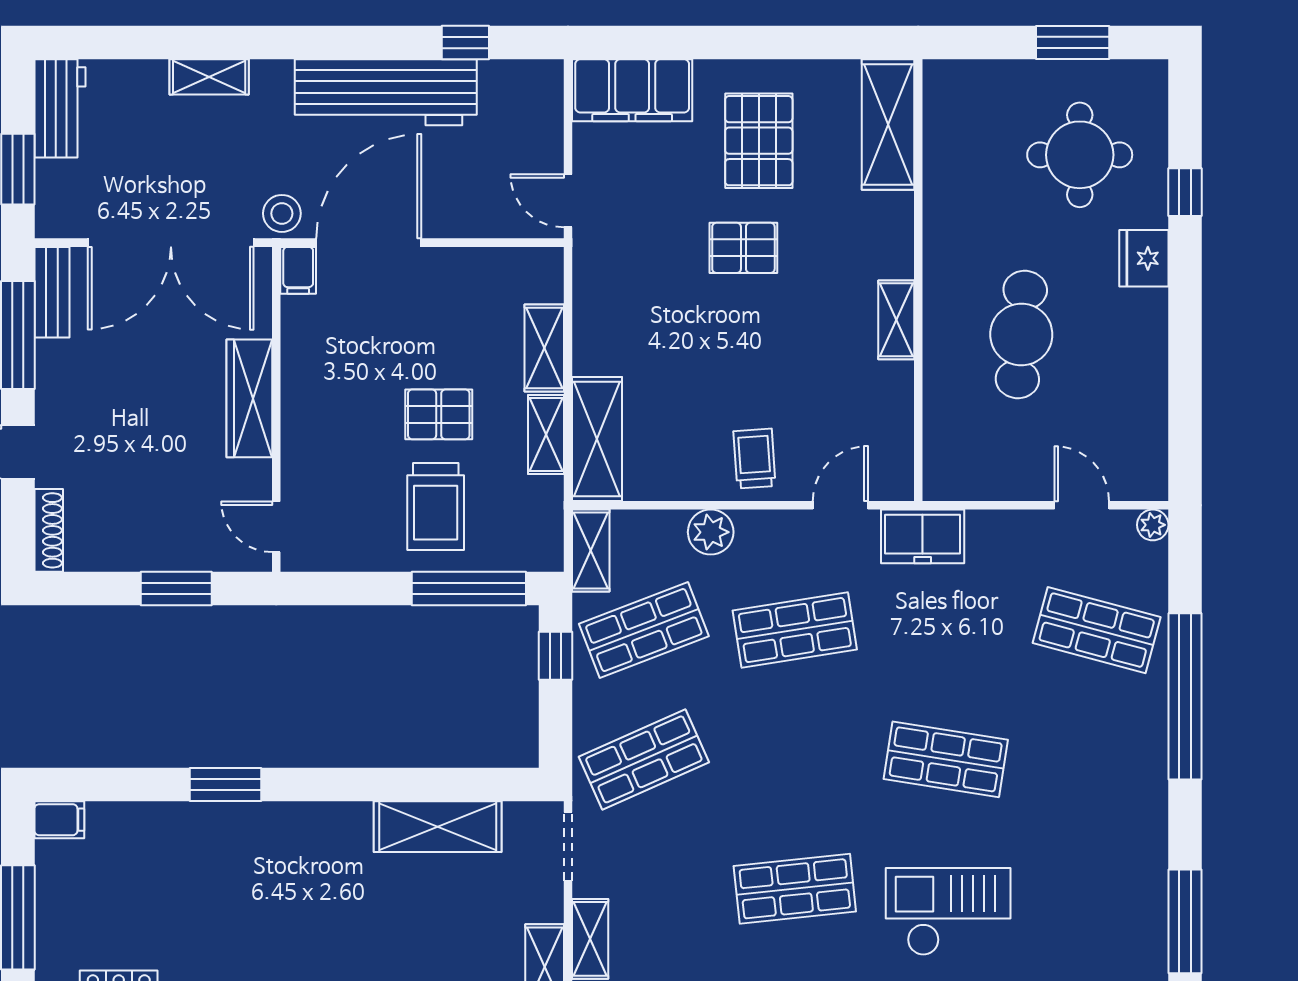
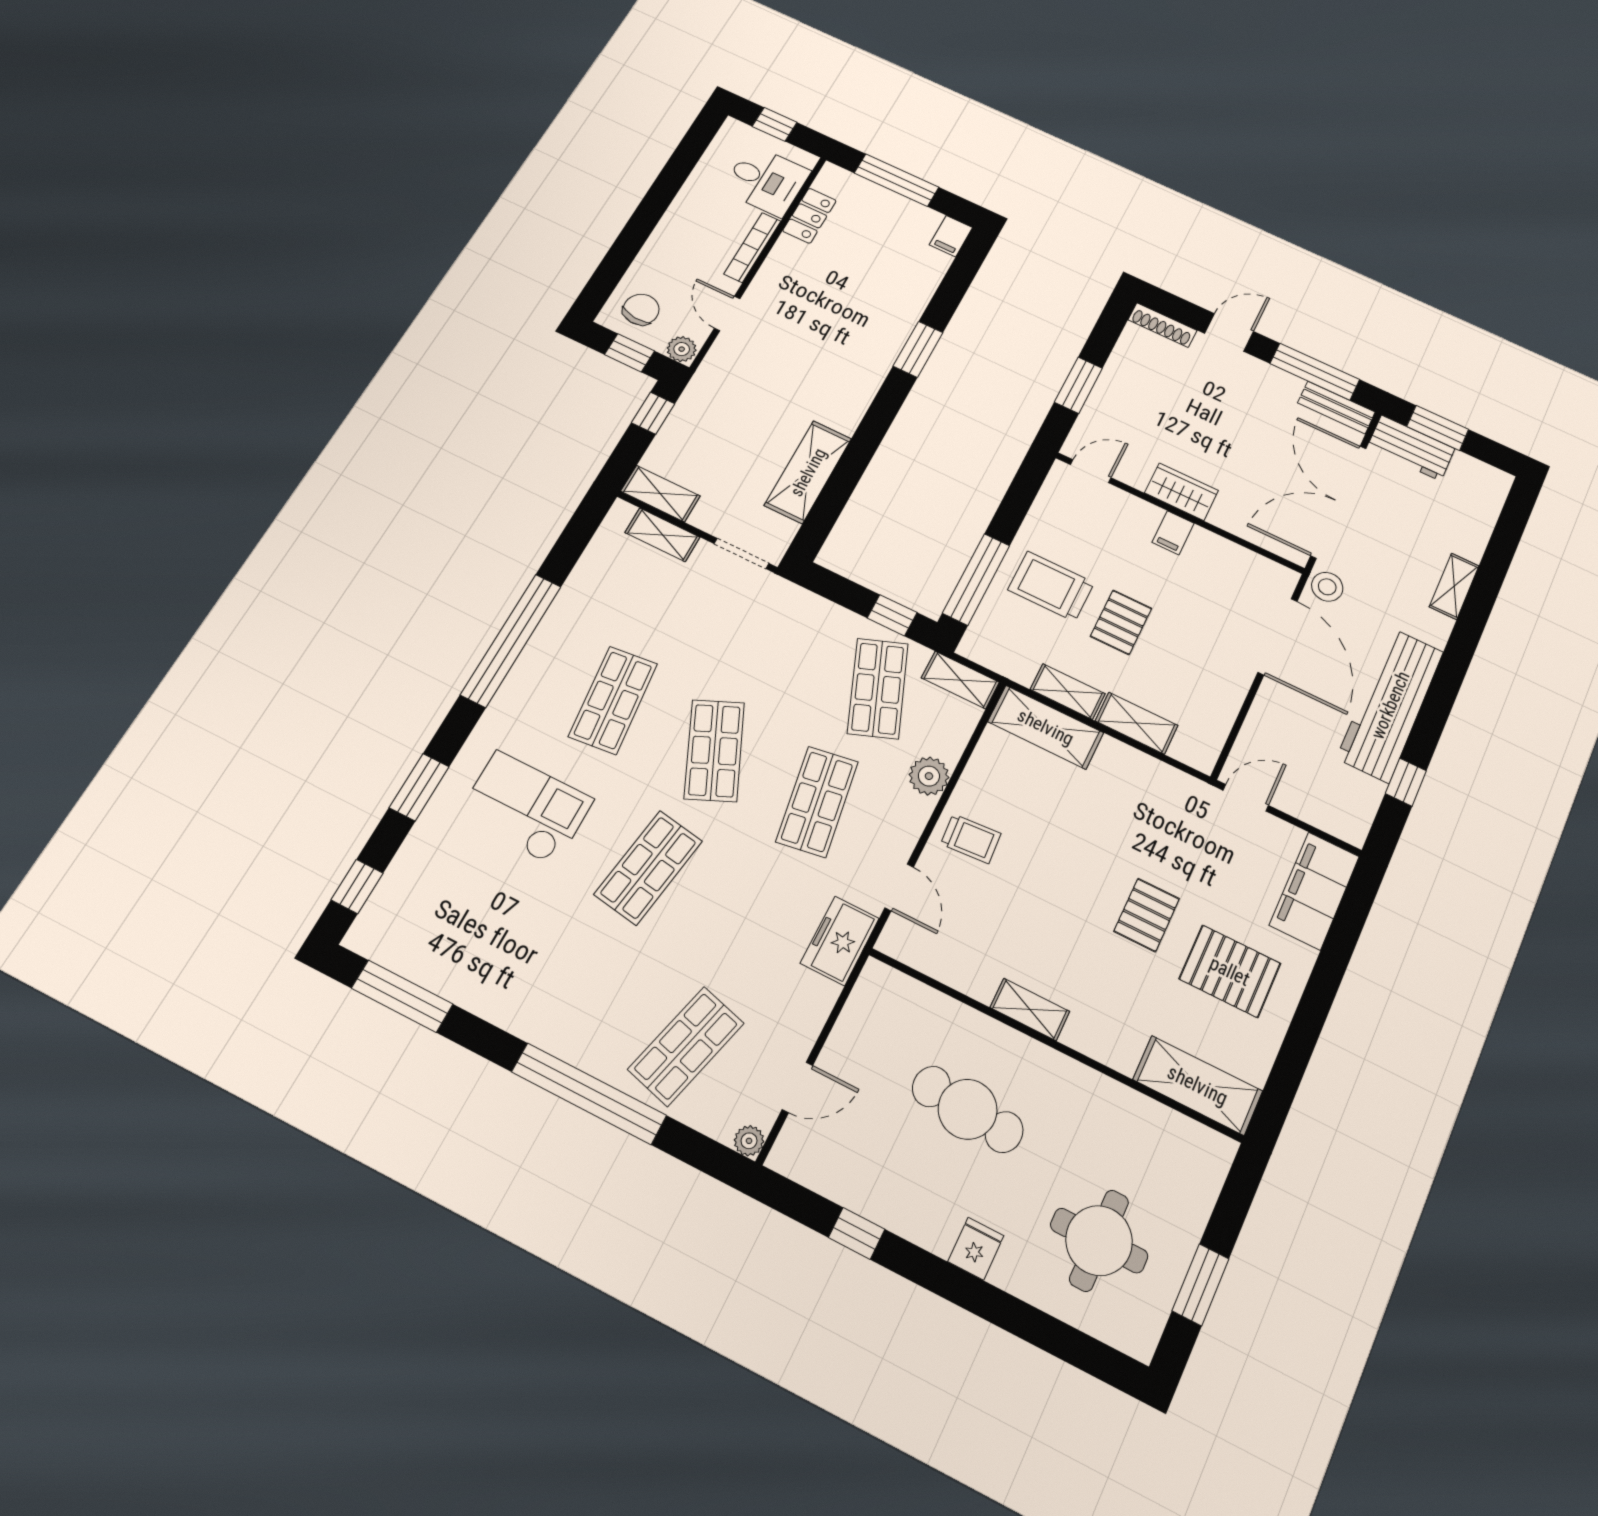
workbench: (60, 108) -> (1411, 448), moved
window: (1185, 192) -> (857, 1233), moved
fridge: (1144, 258) -> (976, 1249), width x0.72
filing cabinet: (298, 270) -> (1173, 533), moved, turned -90
wardrobe: (249, 398) -> (1181, 492), width x0.67
shop shelf: (644, 759) -> (714, 751), moved
checkout: (948, 912) -> (525, 808), turned -90

